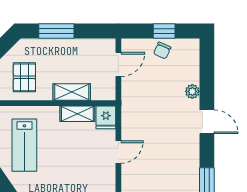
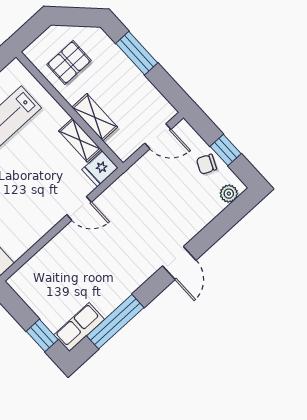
plant: (192, 91) -> (229, 194), moved

